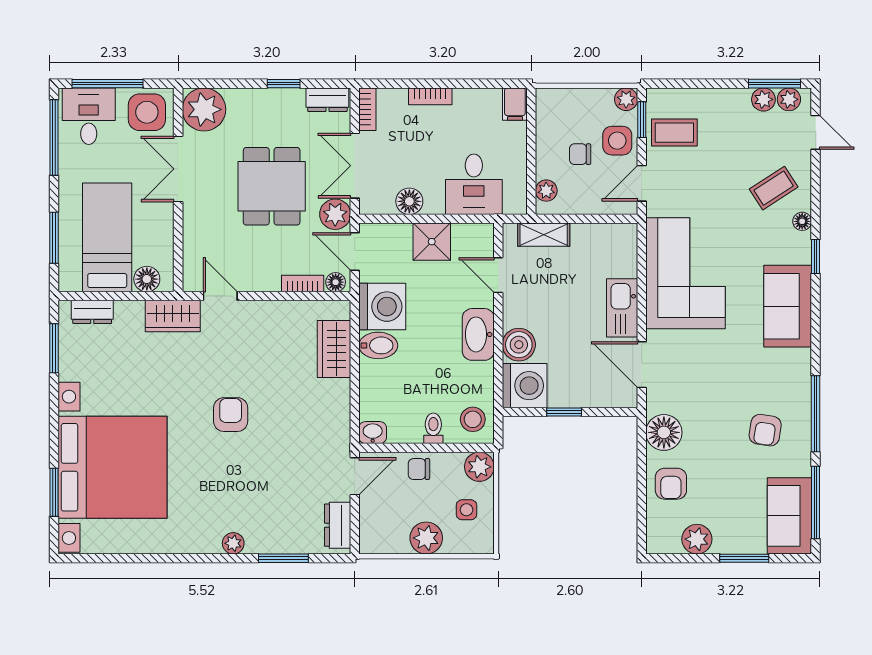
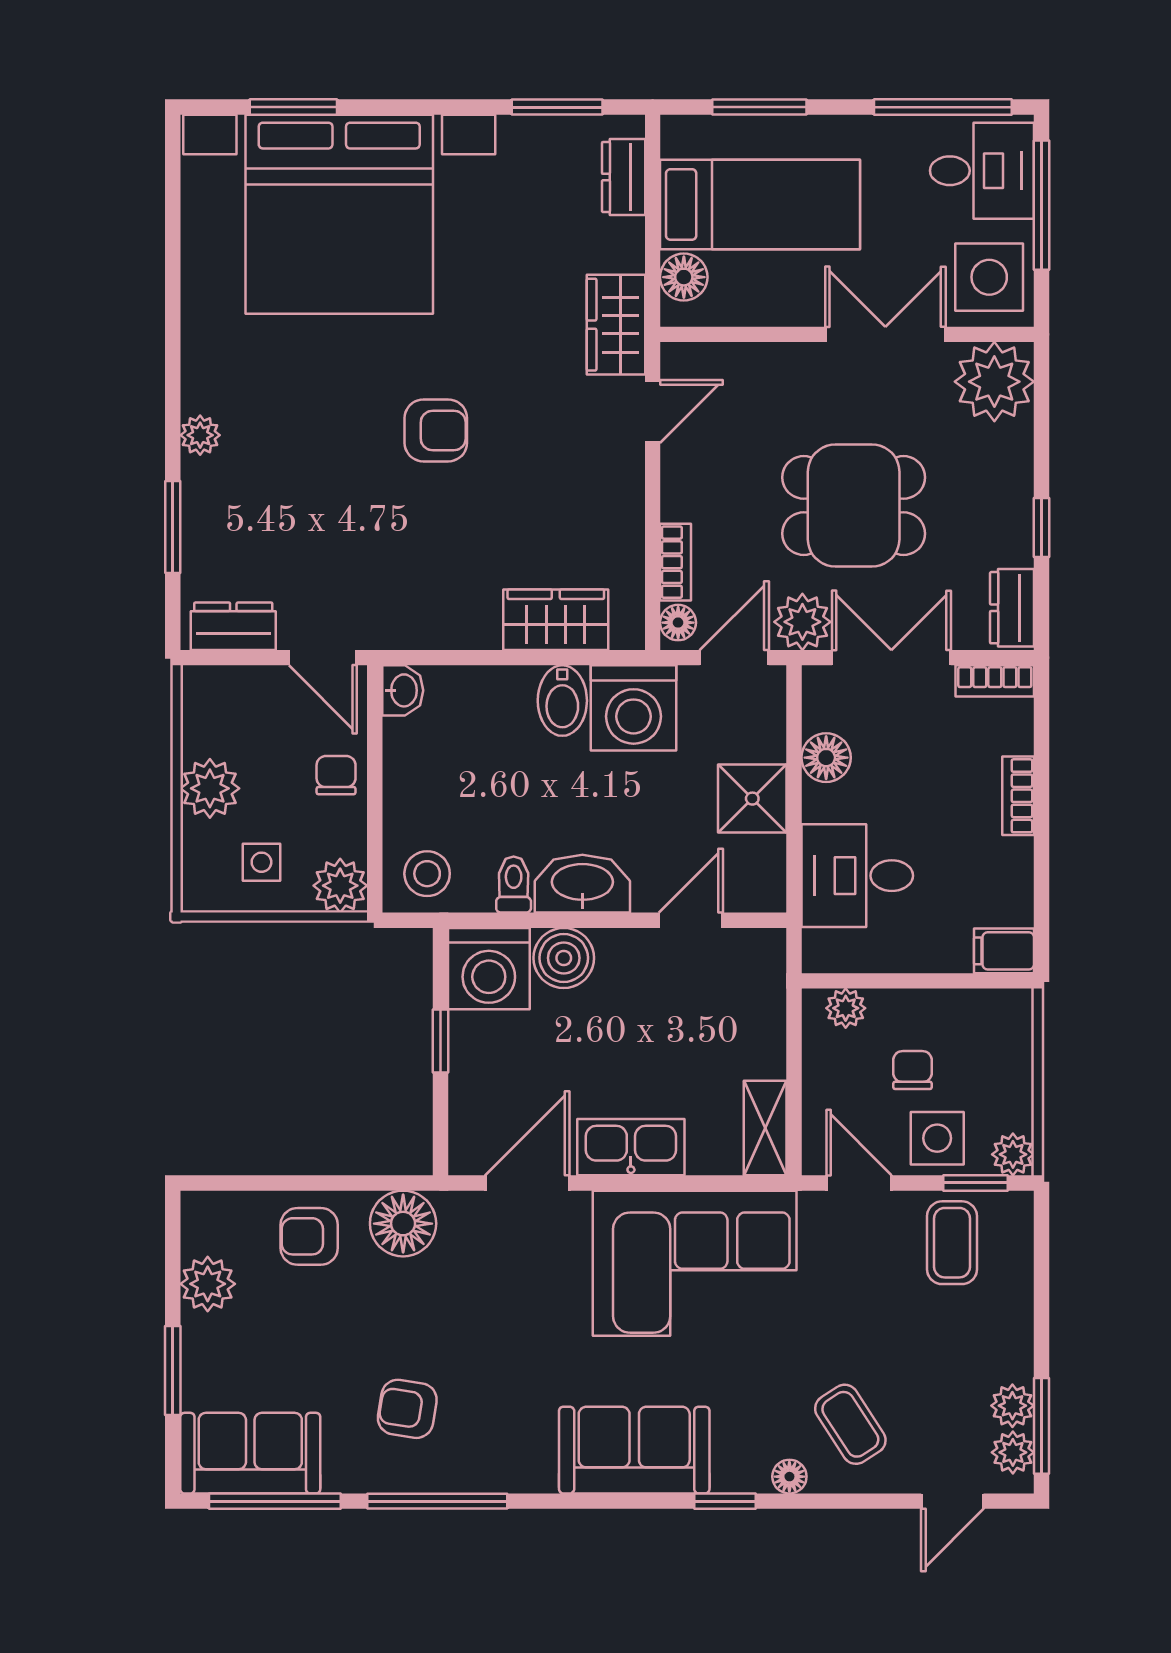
shelving: (544, 235) -> (765, 1128), moved
toilet: (433, 428) -> (514, 885), moved, turned -90

